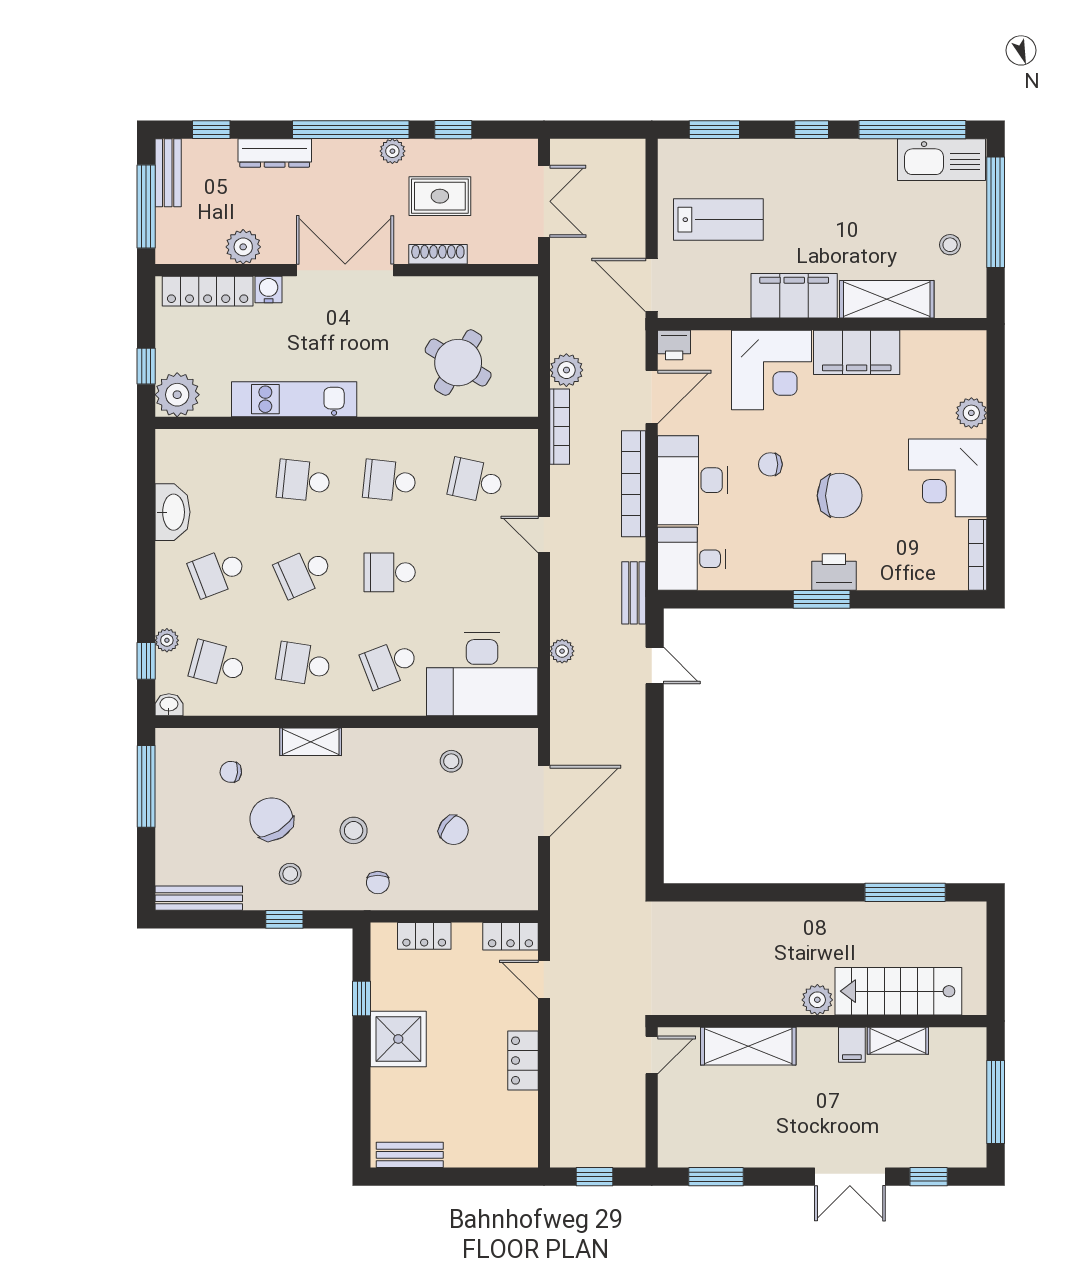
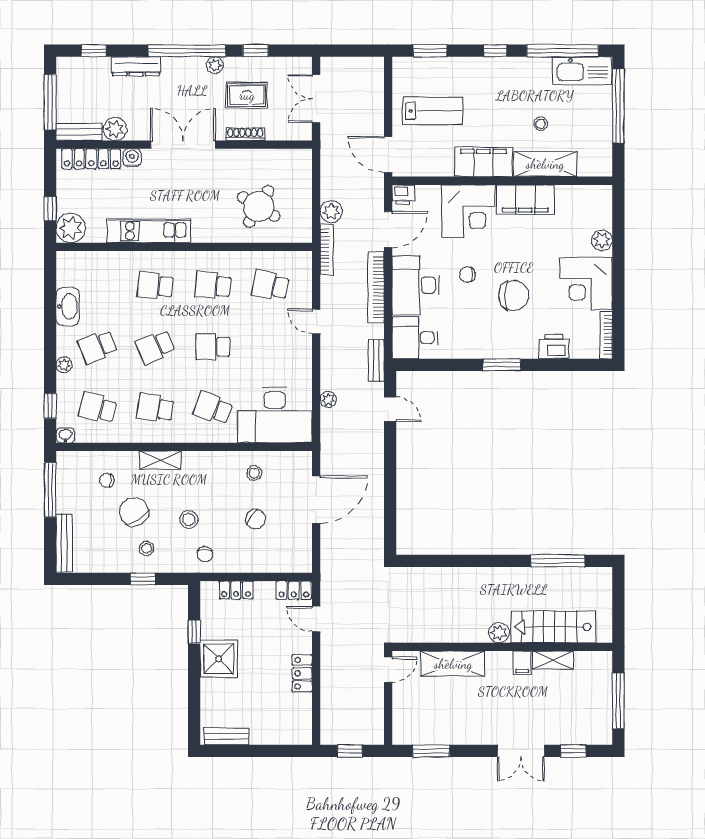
bench: (168, 173) -> (79, 132), moved, turned 90
double door: (544, 201) -> (316, 99), swing flipped
stool: (950, 245) -> (541, 124), moved
printer: (834, 572) -> (554, 347), moved
plant: (167, 640) -> (64, 365), moved
school desk: (390, 664) -> (213, 408), turned 42
bench: (199, 898) -> (64, 543), moved, turned 90

